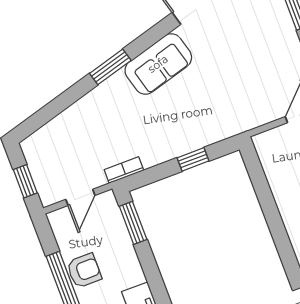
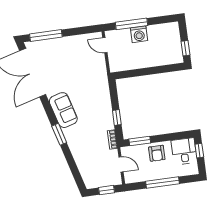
window: (193, 159) -> (117, 118), moved
armchair: (84, 271) -> (157, 153), moved, turned 180

